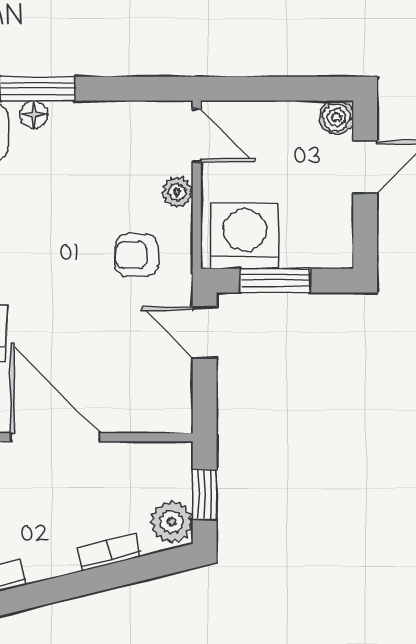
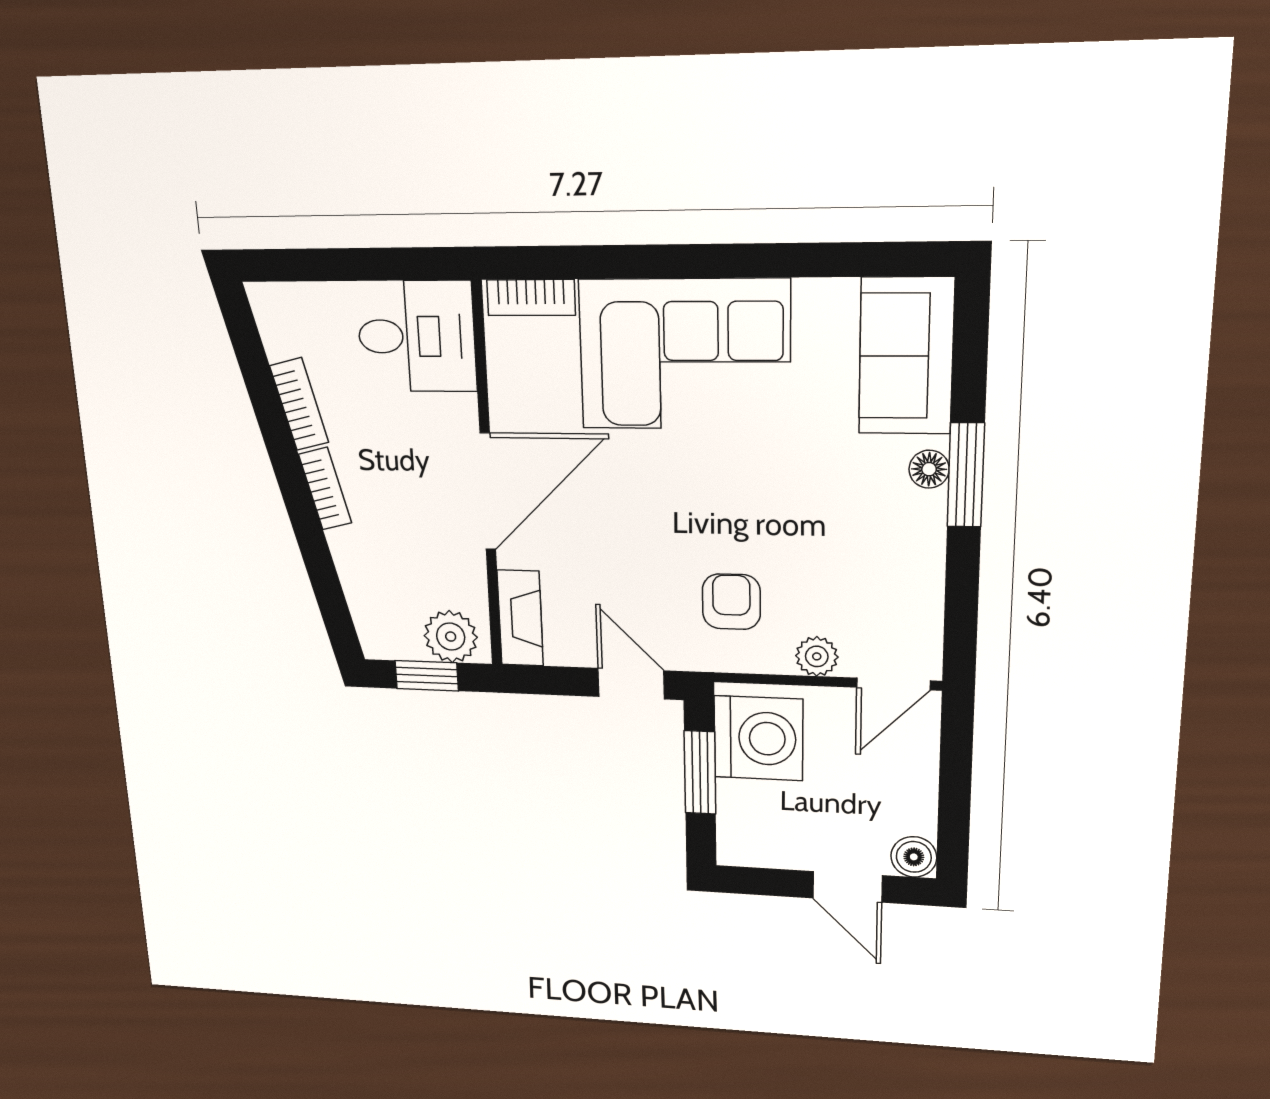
door: (205, 332) -> (631, 684), hinge flipped
fireplace: (155, 417) -> (520, 618), added
plant: (172, 522) -> (451, 637), moved
bookcase: (109, 552) -> (325, 489), moved

